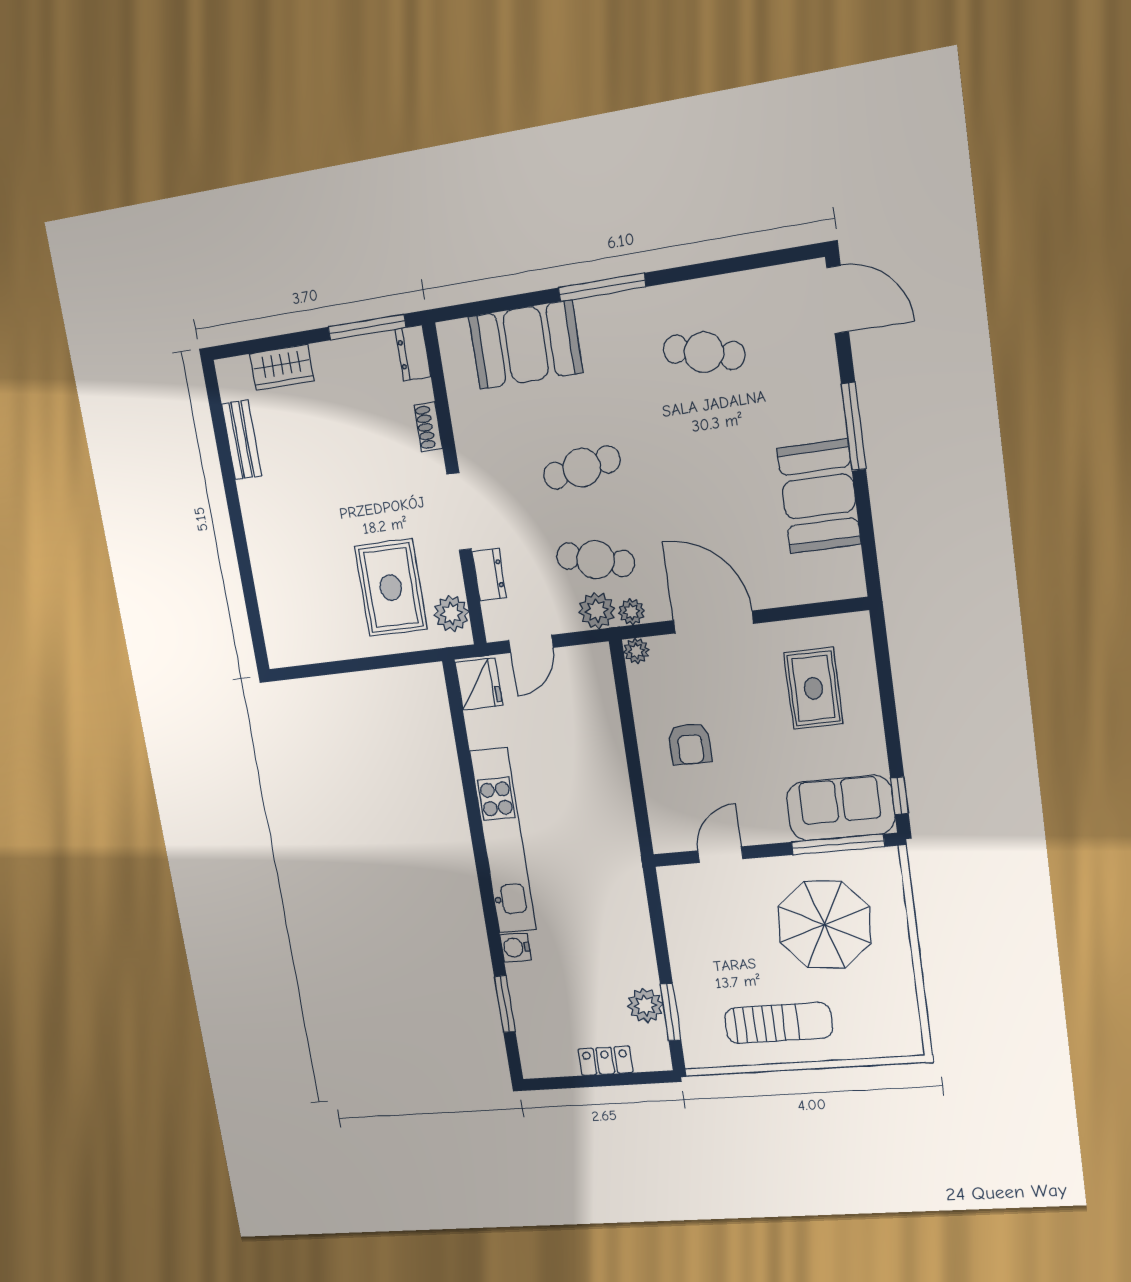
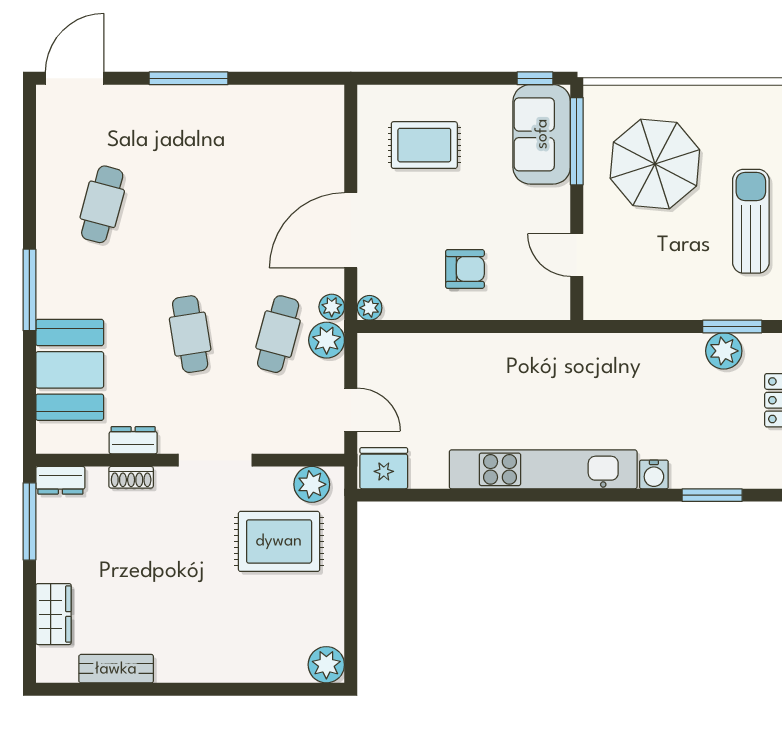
booth: (819, 496) -> (247, 117), removed
dresser: (489, 575) -> (133, 440), moved
plant: (283, 649) -> (326, 665), added

